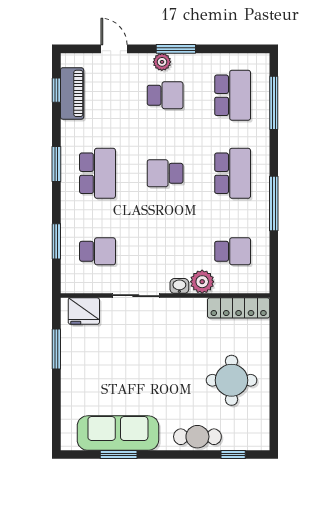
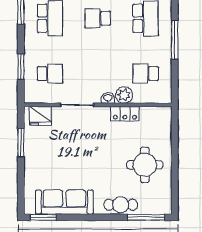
school desk: (233, 251) -> (146, 73), turned 180
locker: (239, 308) -> (125, 114), moved, width x0.66
window: (119, 454) -> (43, 217), moved
window: (233, 454) -> (146, 217), width x2.17

